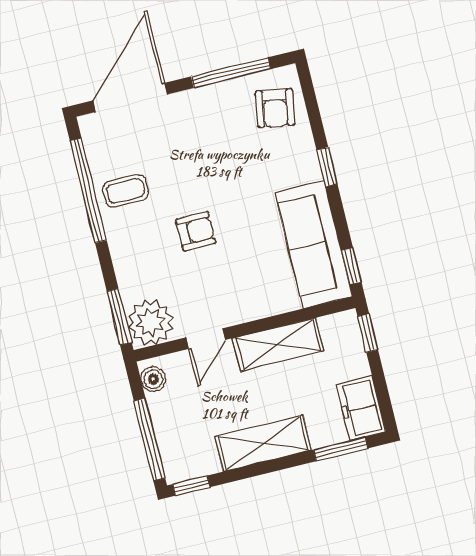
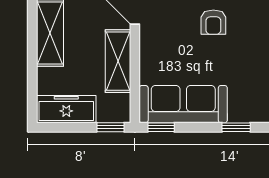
freezer: (361, 408) -> (66, 109), width x1.40
window: (341, 449) -> (32, 88), removed

